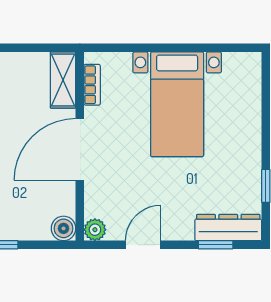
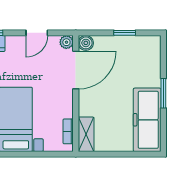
door: (80, 149) -> (76, 70), moved

